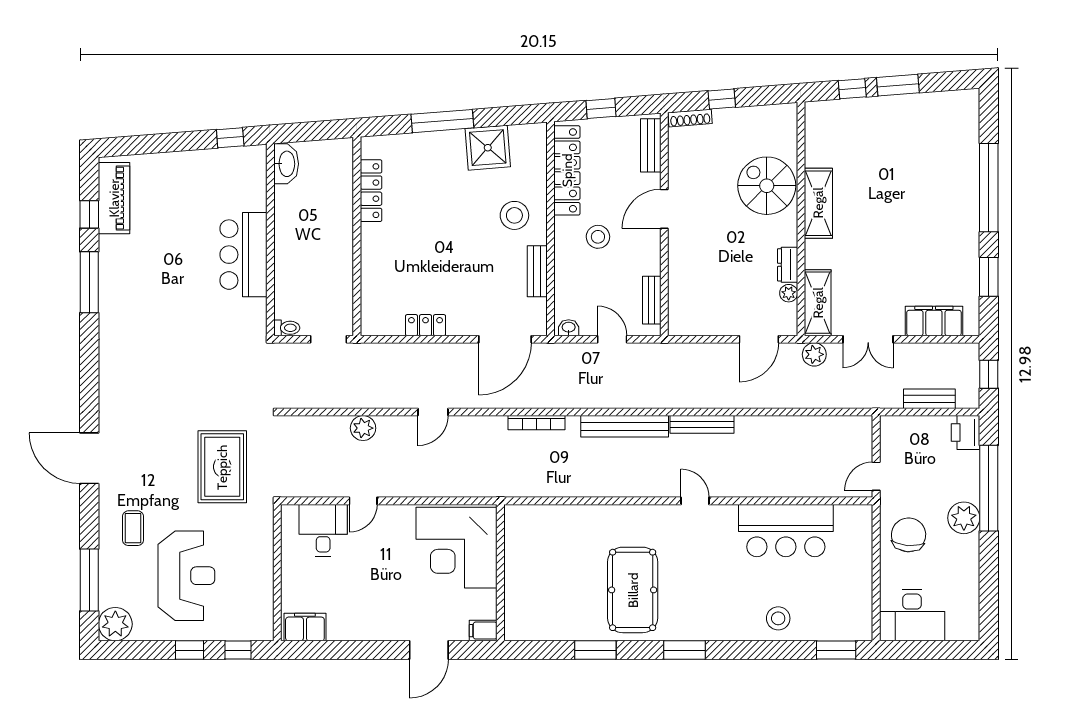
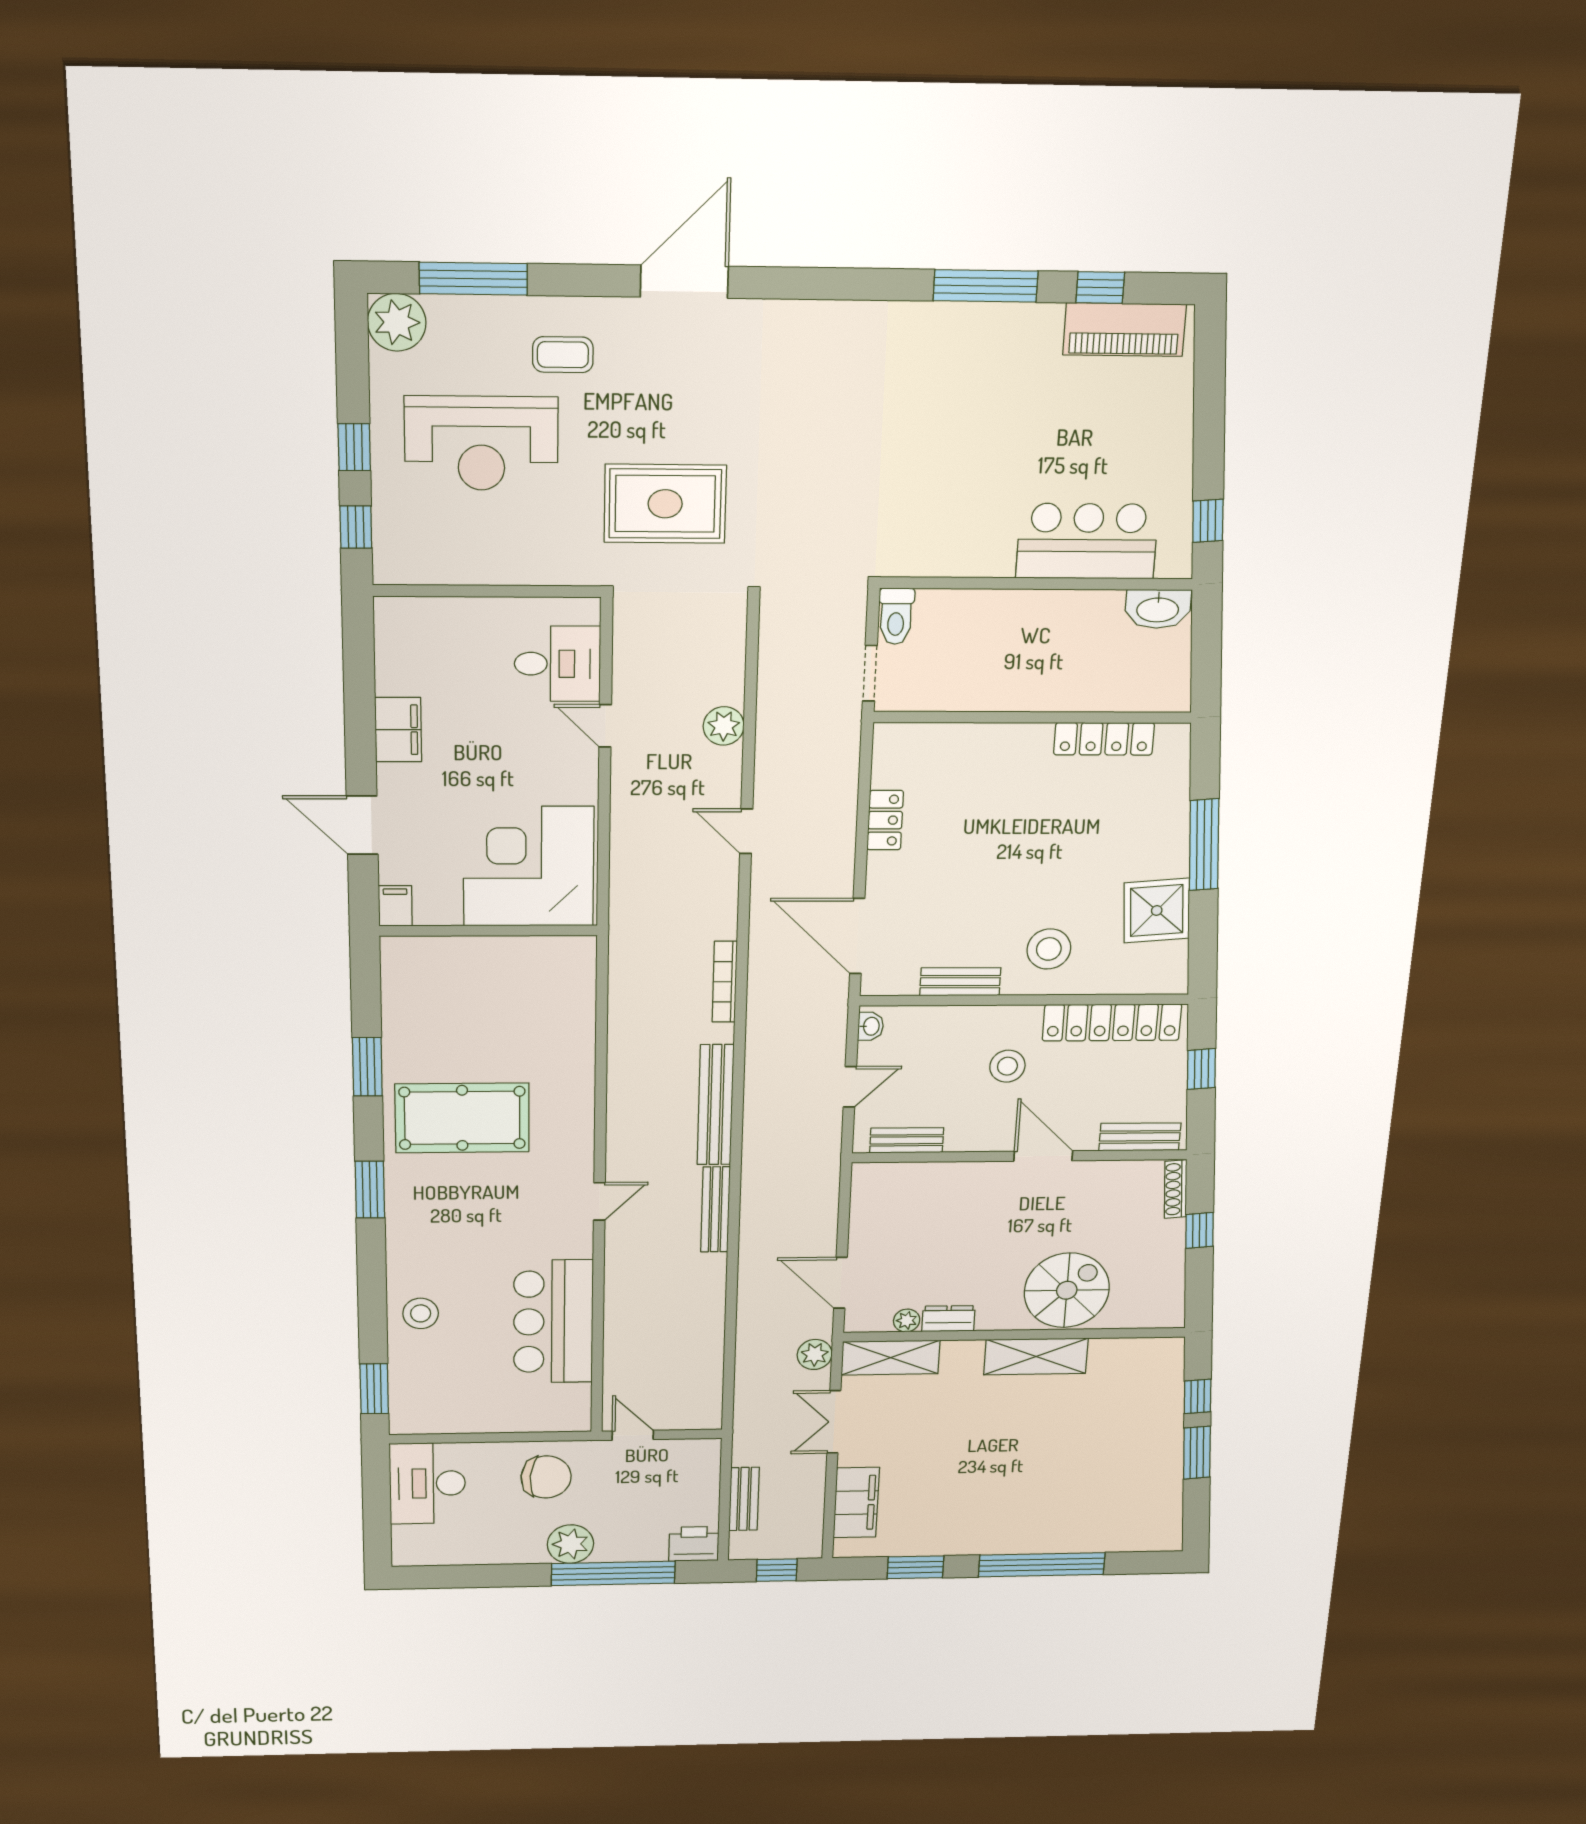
bar counter: (243, 255) -> (1087, 541), moved
toilet: (287, 328) -> (896, 616), width x1.37, depth x1.39
filing cabinet: (305, 627) -> (398, 730), moved

